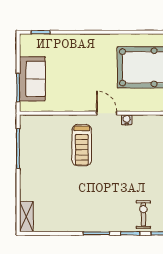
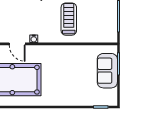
door: (107, 113) -> (17, 44), moved

